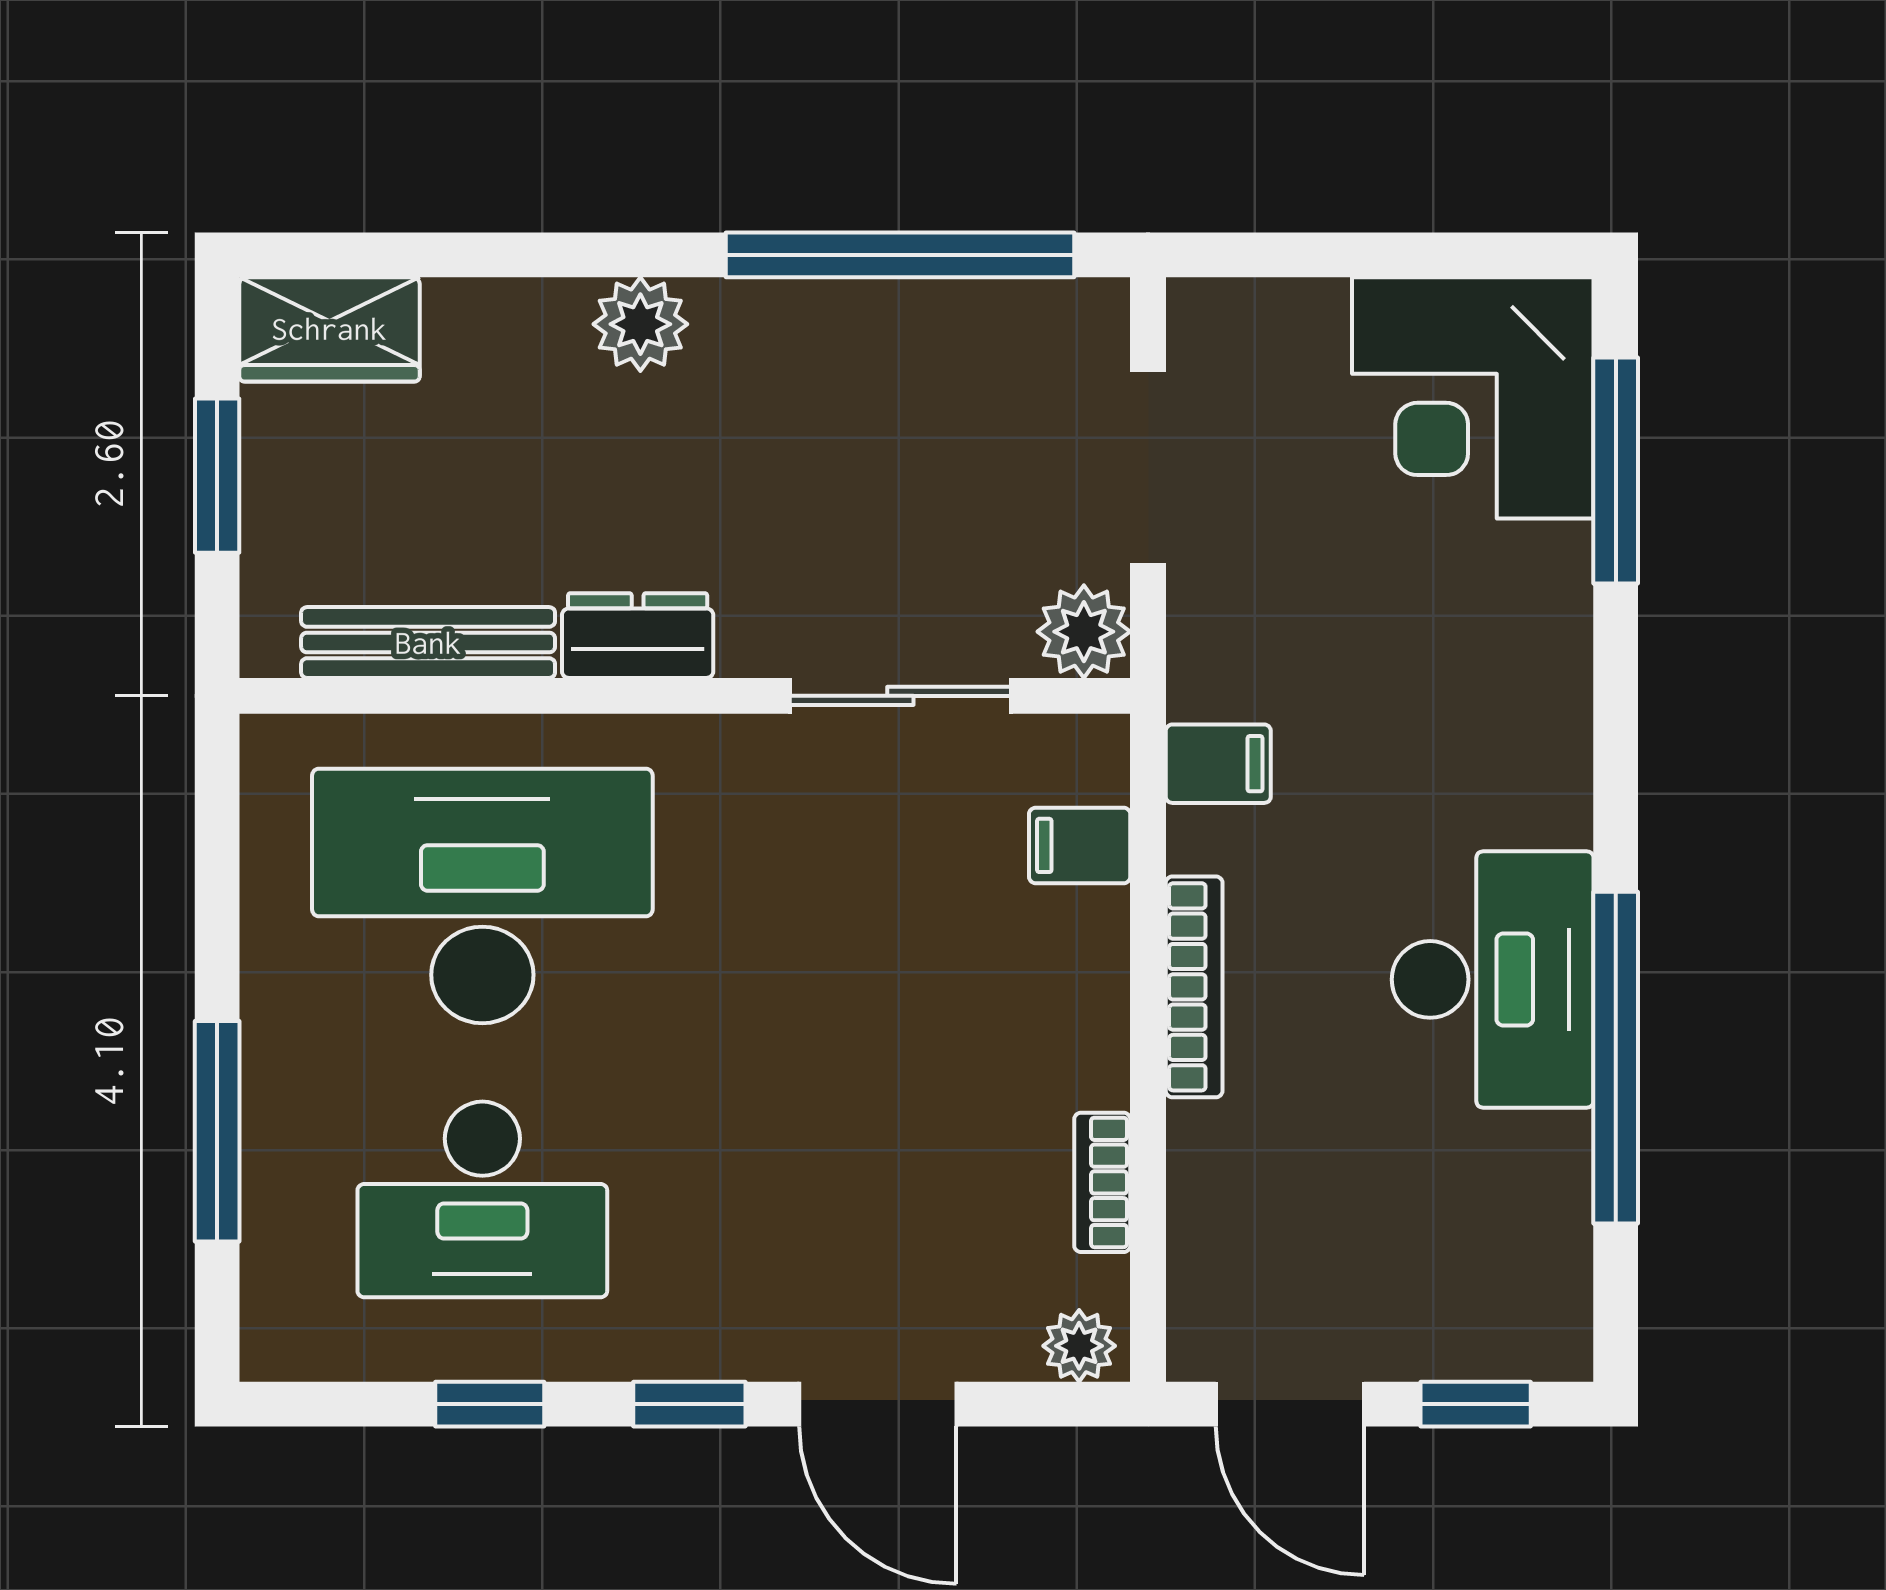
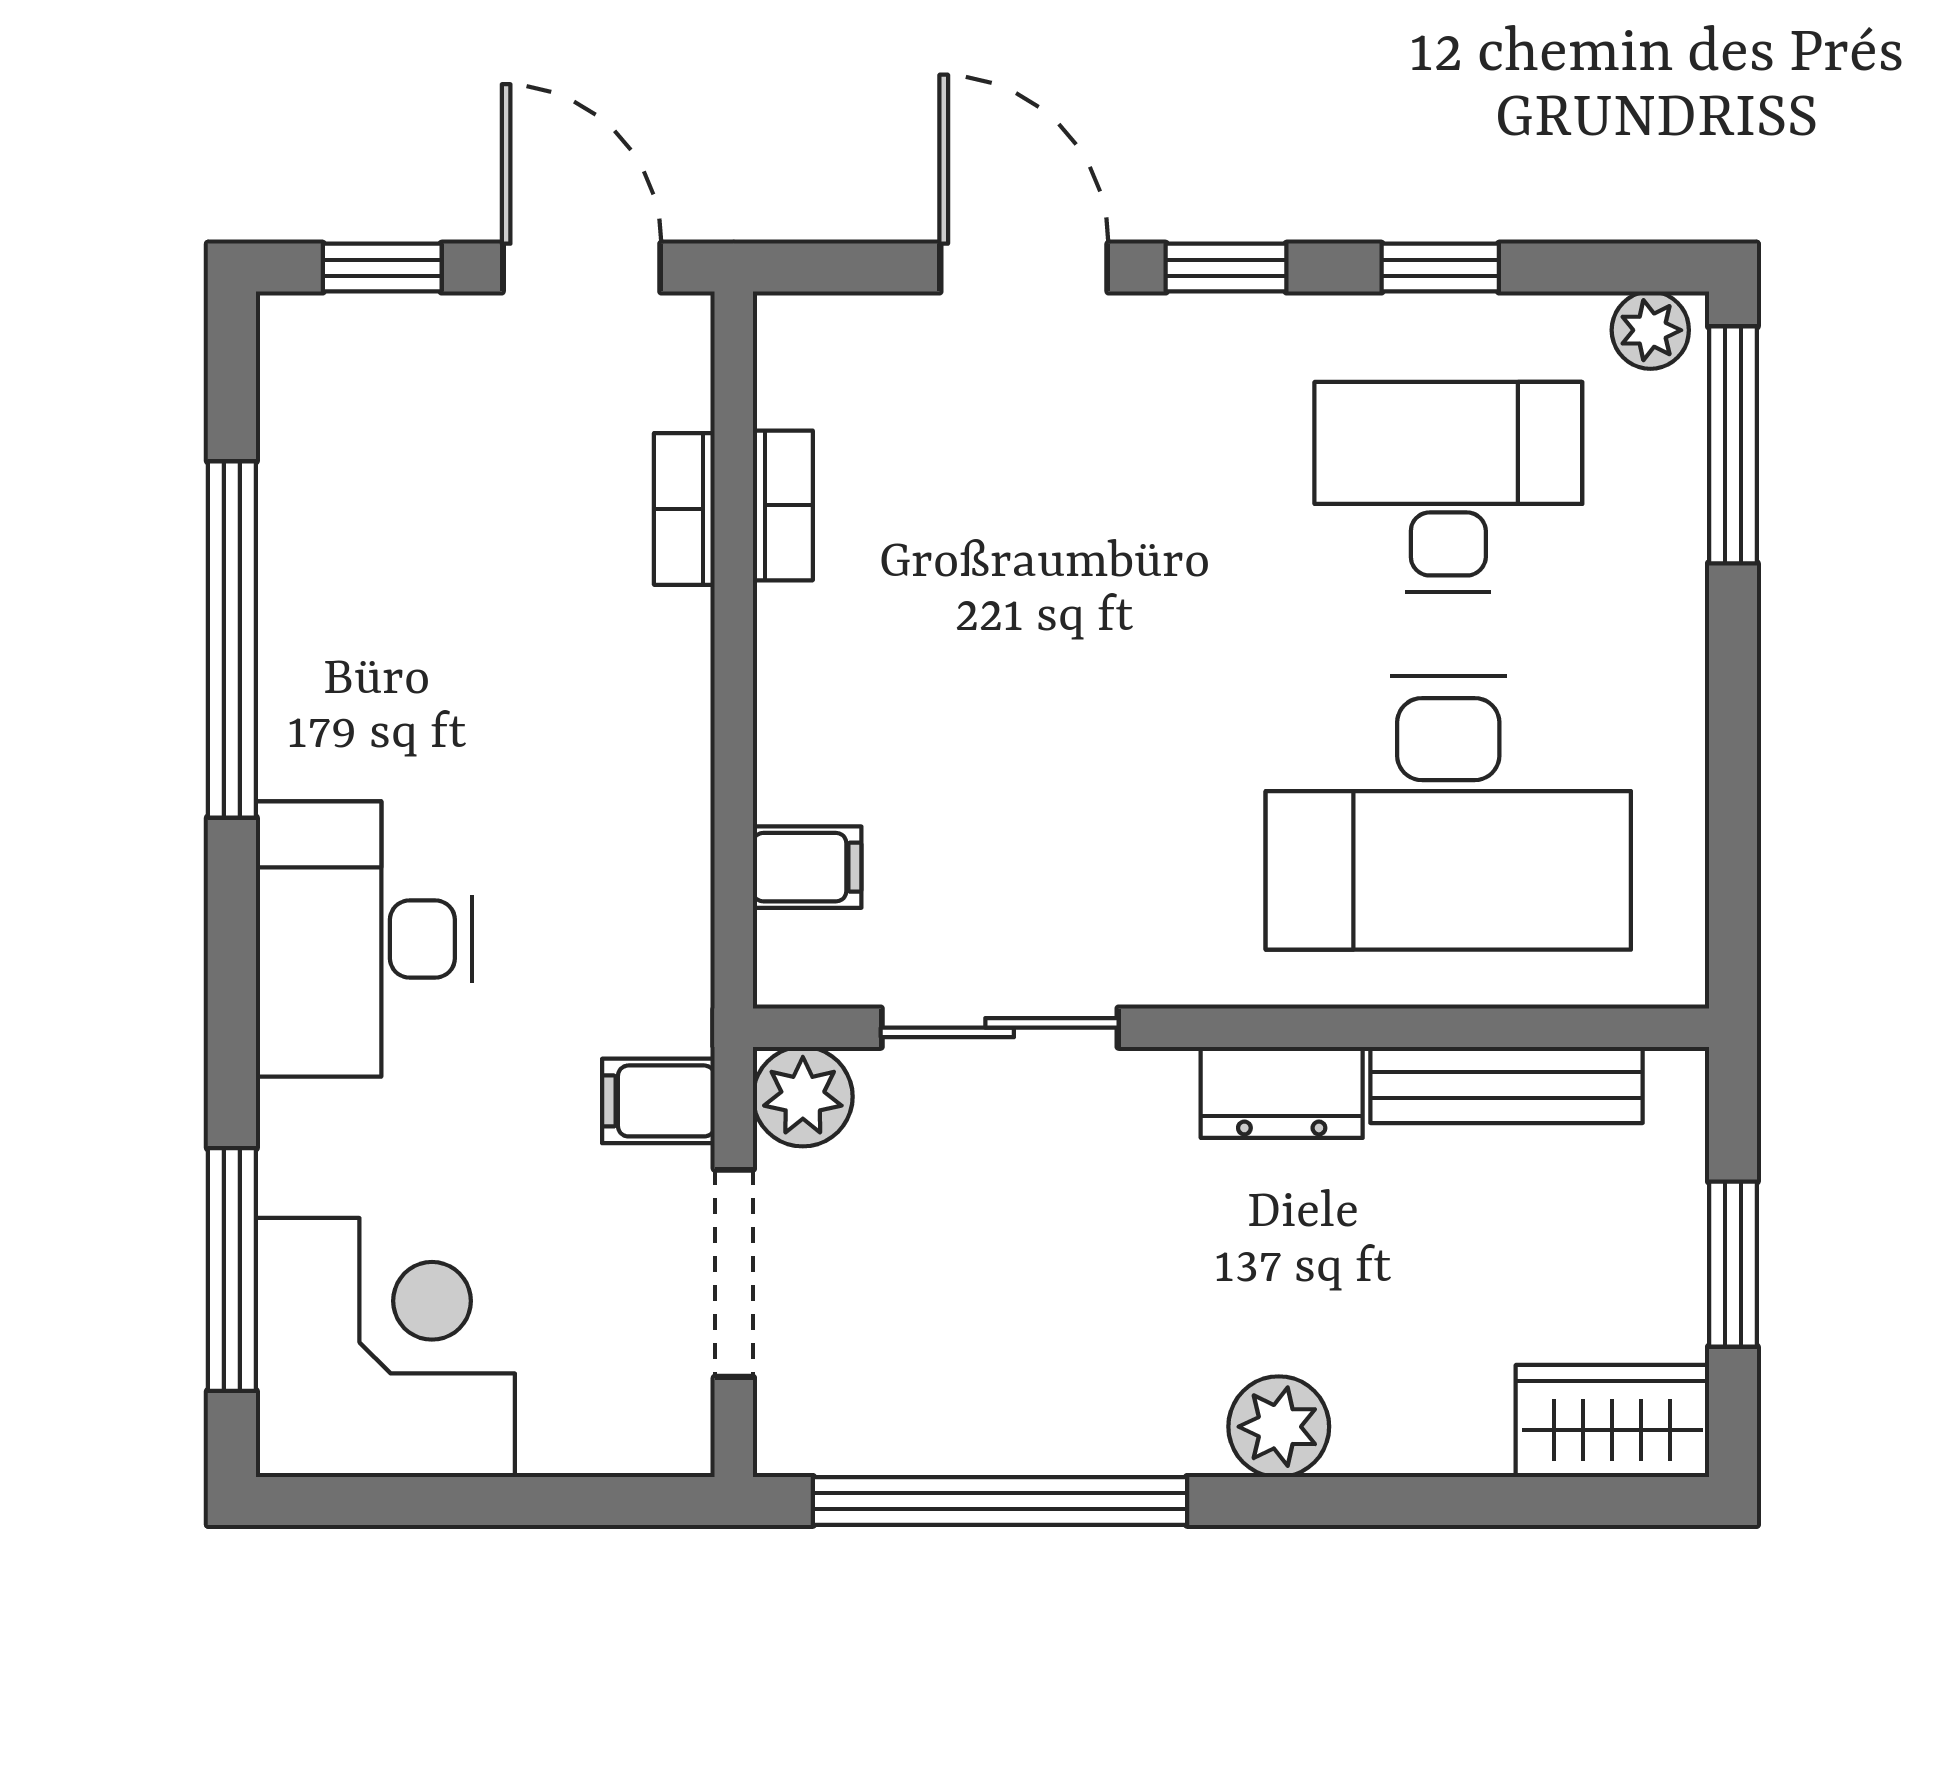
filing cabinet: (1218, 764) -> (658, 1101), moved
desk: (1493, 979) -> (364, 939), moved
bookcase: (1194, 987) -> (684, 509), moved, width x0.64
window: (217, 1131) -> (1733, 445), moved
plant: (1079, 1346) -> (1650, 330), moved

